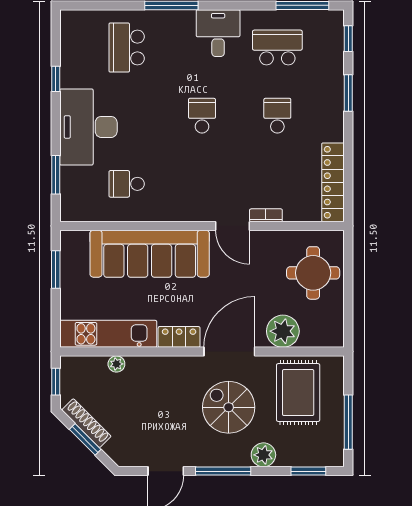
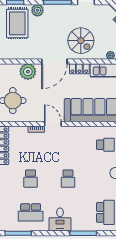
rug: (298, 393) -> (17, 23), moved
spiral stairs: (229, 407) -> (81, 41), moved

